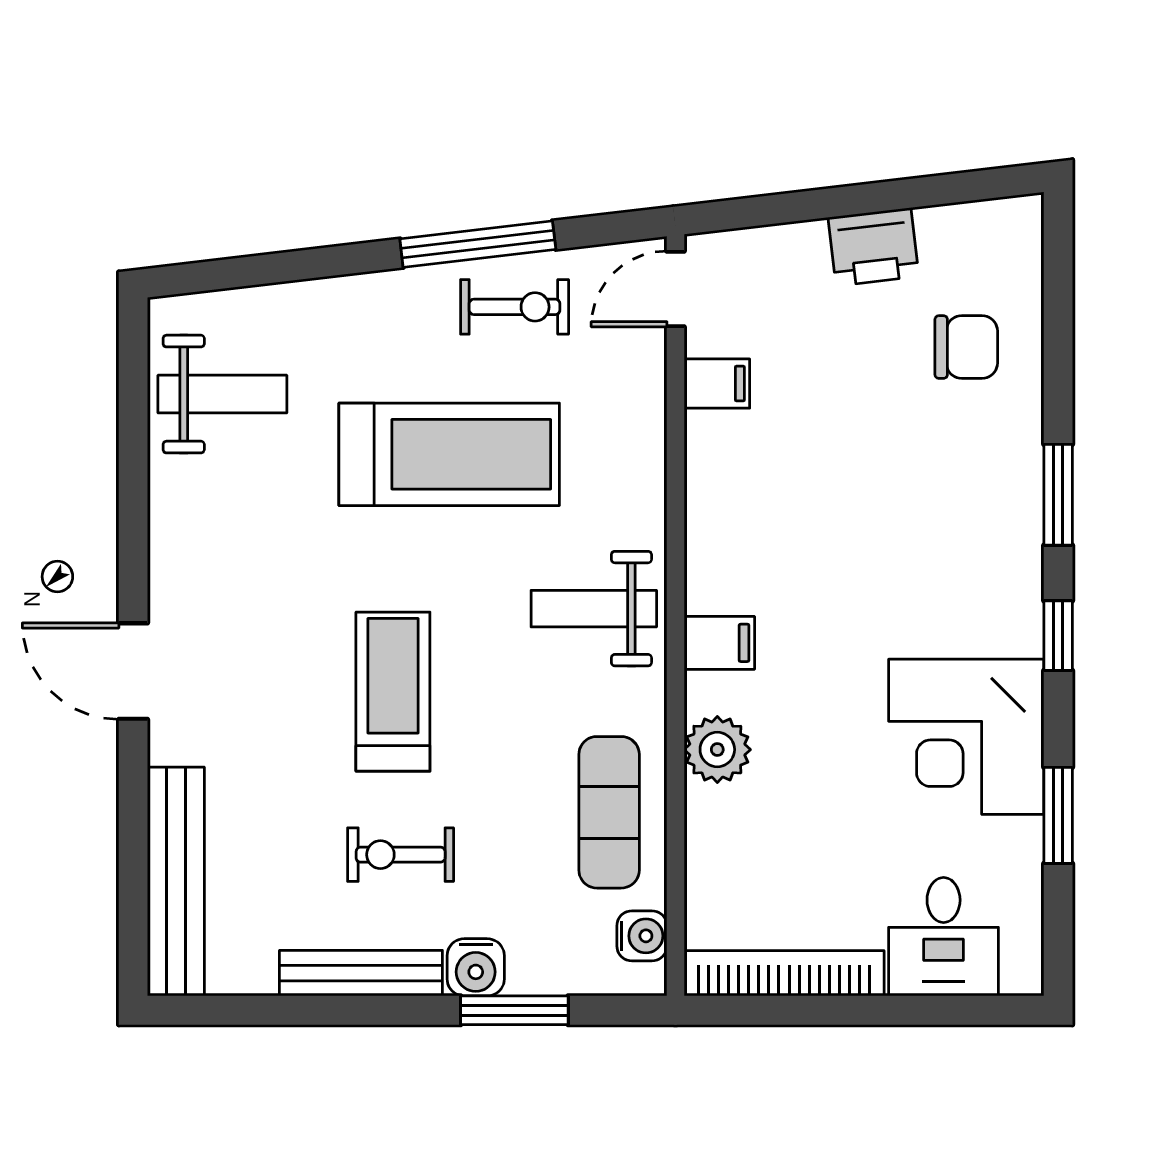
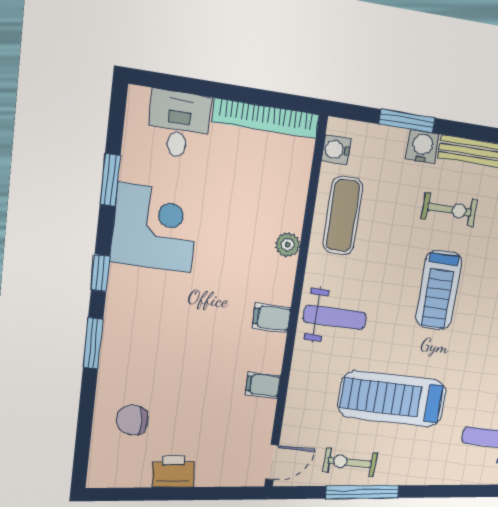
filing cabinet: (717, 384) -> (263, 385), moved
filing cabinet: (719, 643) -> (271, 318), moved
plant: (717, 750) -> (288, 245), width x0.73, depth x0.73

